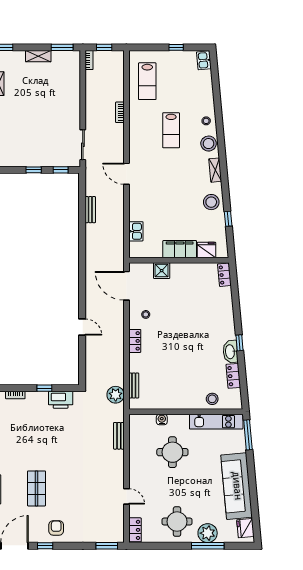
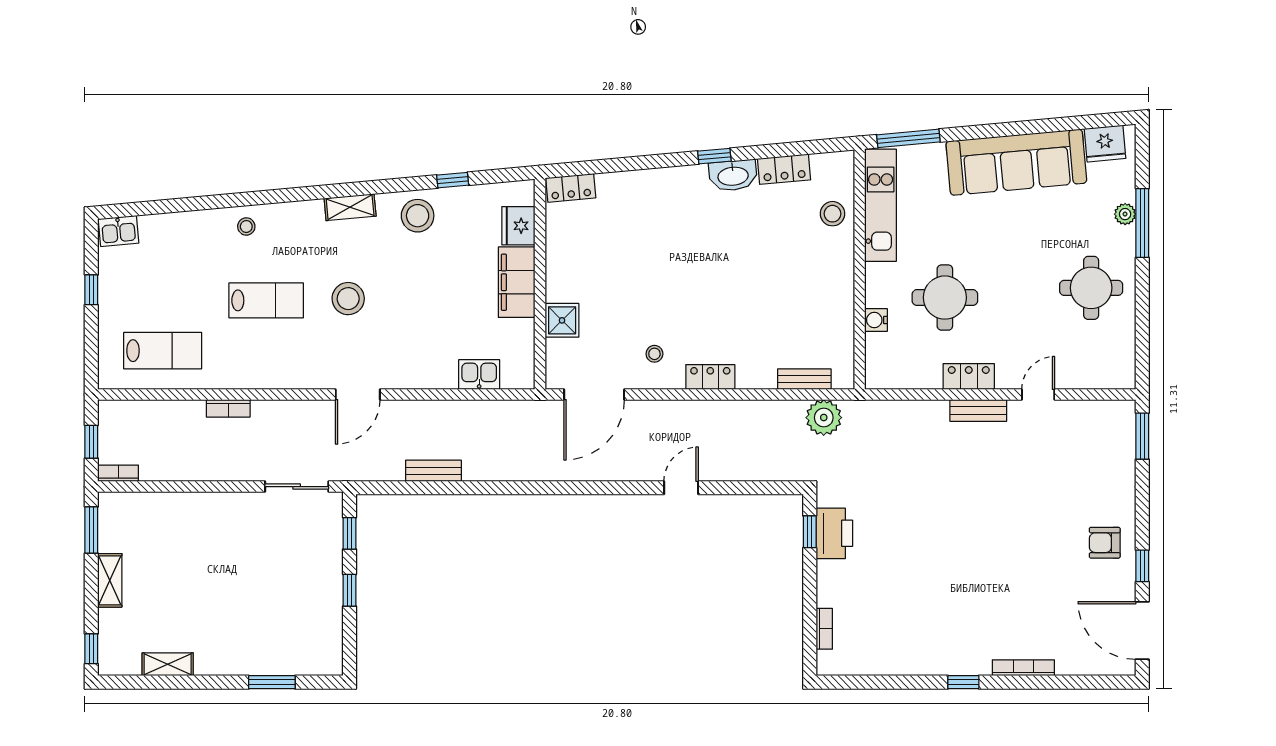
stool: (209, 144) -> (348, 299), moved
window: (44, 388) -> (810, 532), moved
bench: (119, 436) -> (978, 410), moved
shop shelf: (36, 488) -> (1021, 584), removed
locker: (135, 530) -> (969, 376), moved
plant: (208, 533) -> (1125, 214), width x0.53, depth x0.53

